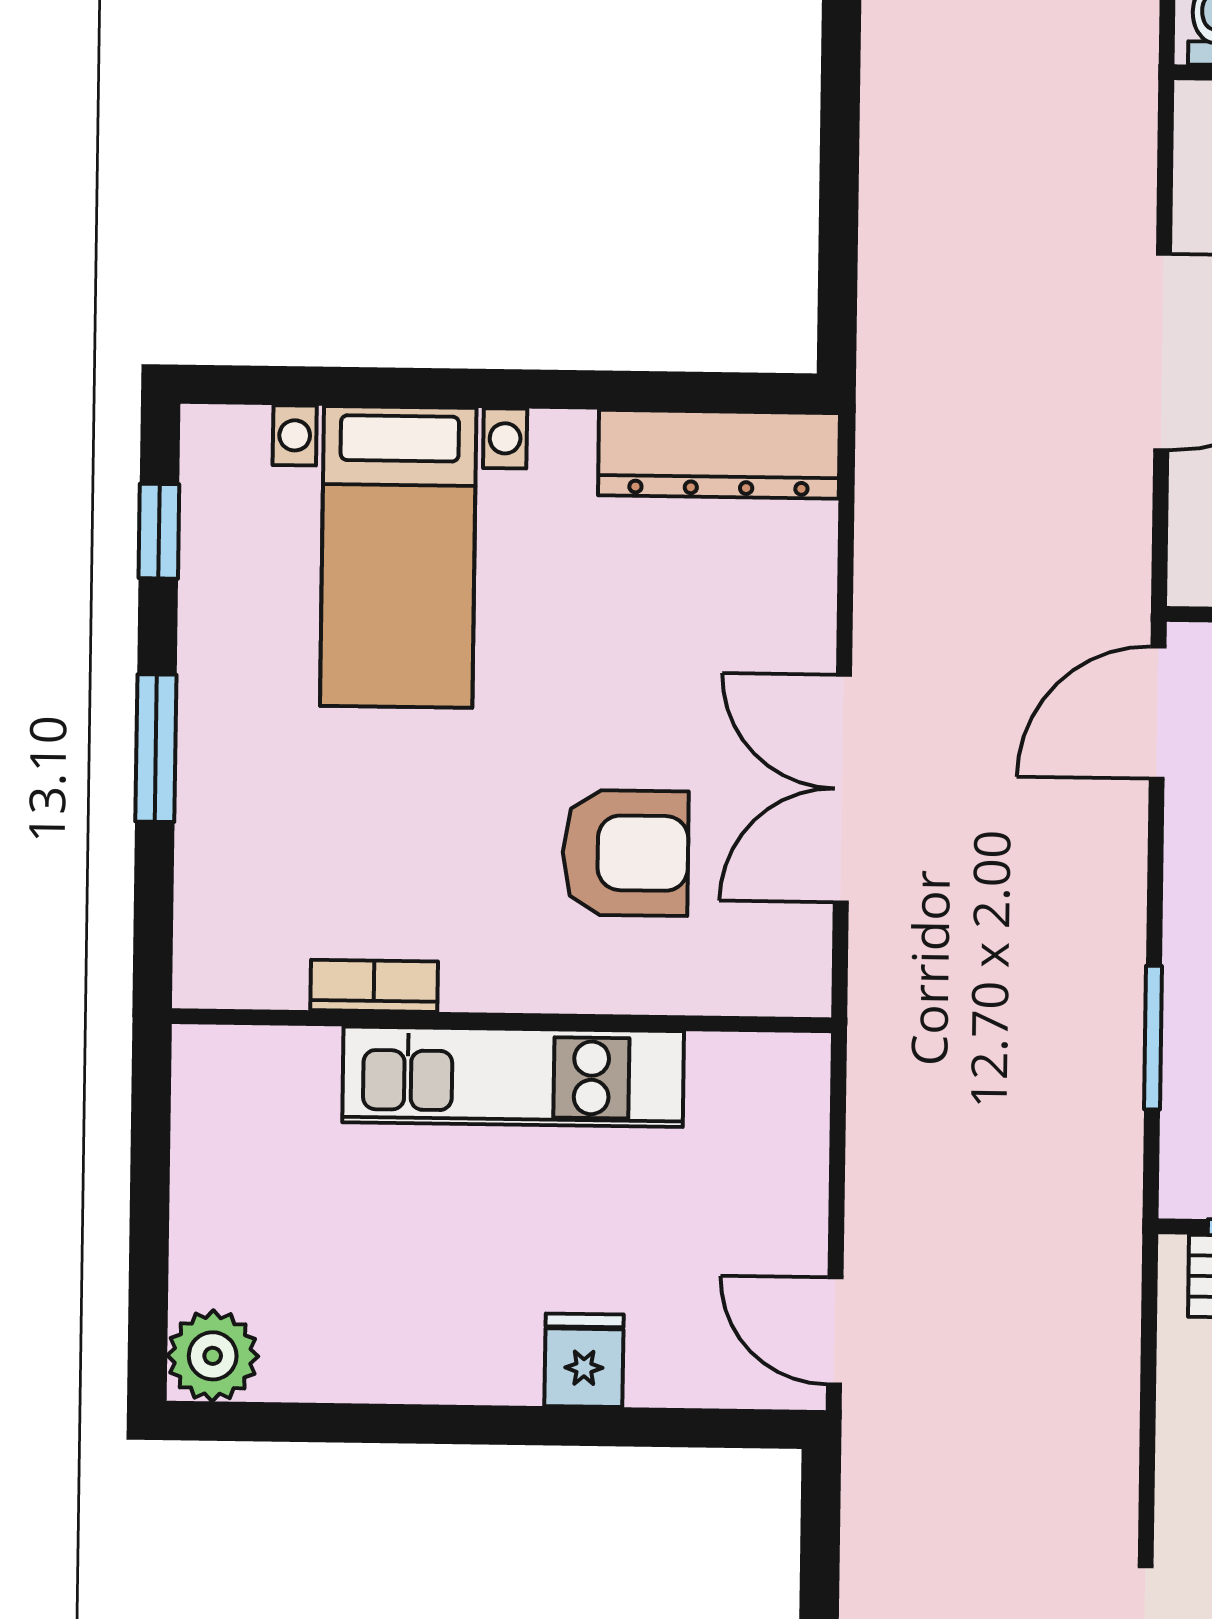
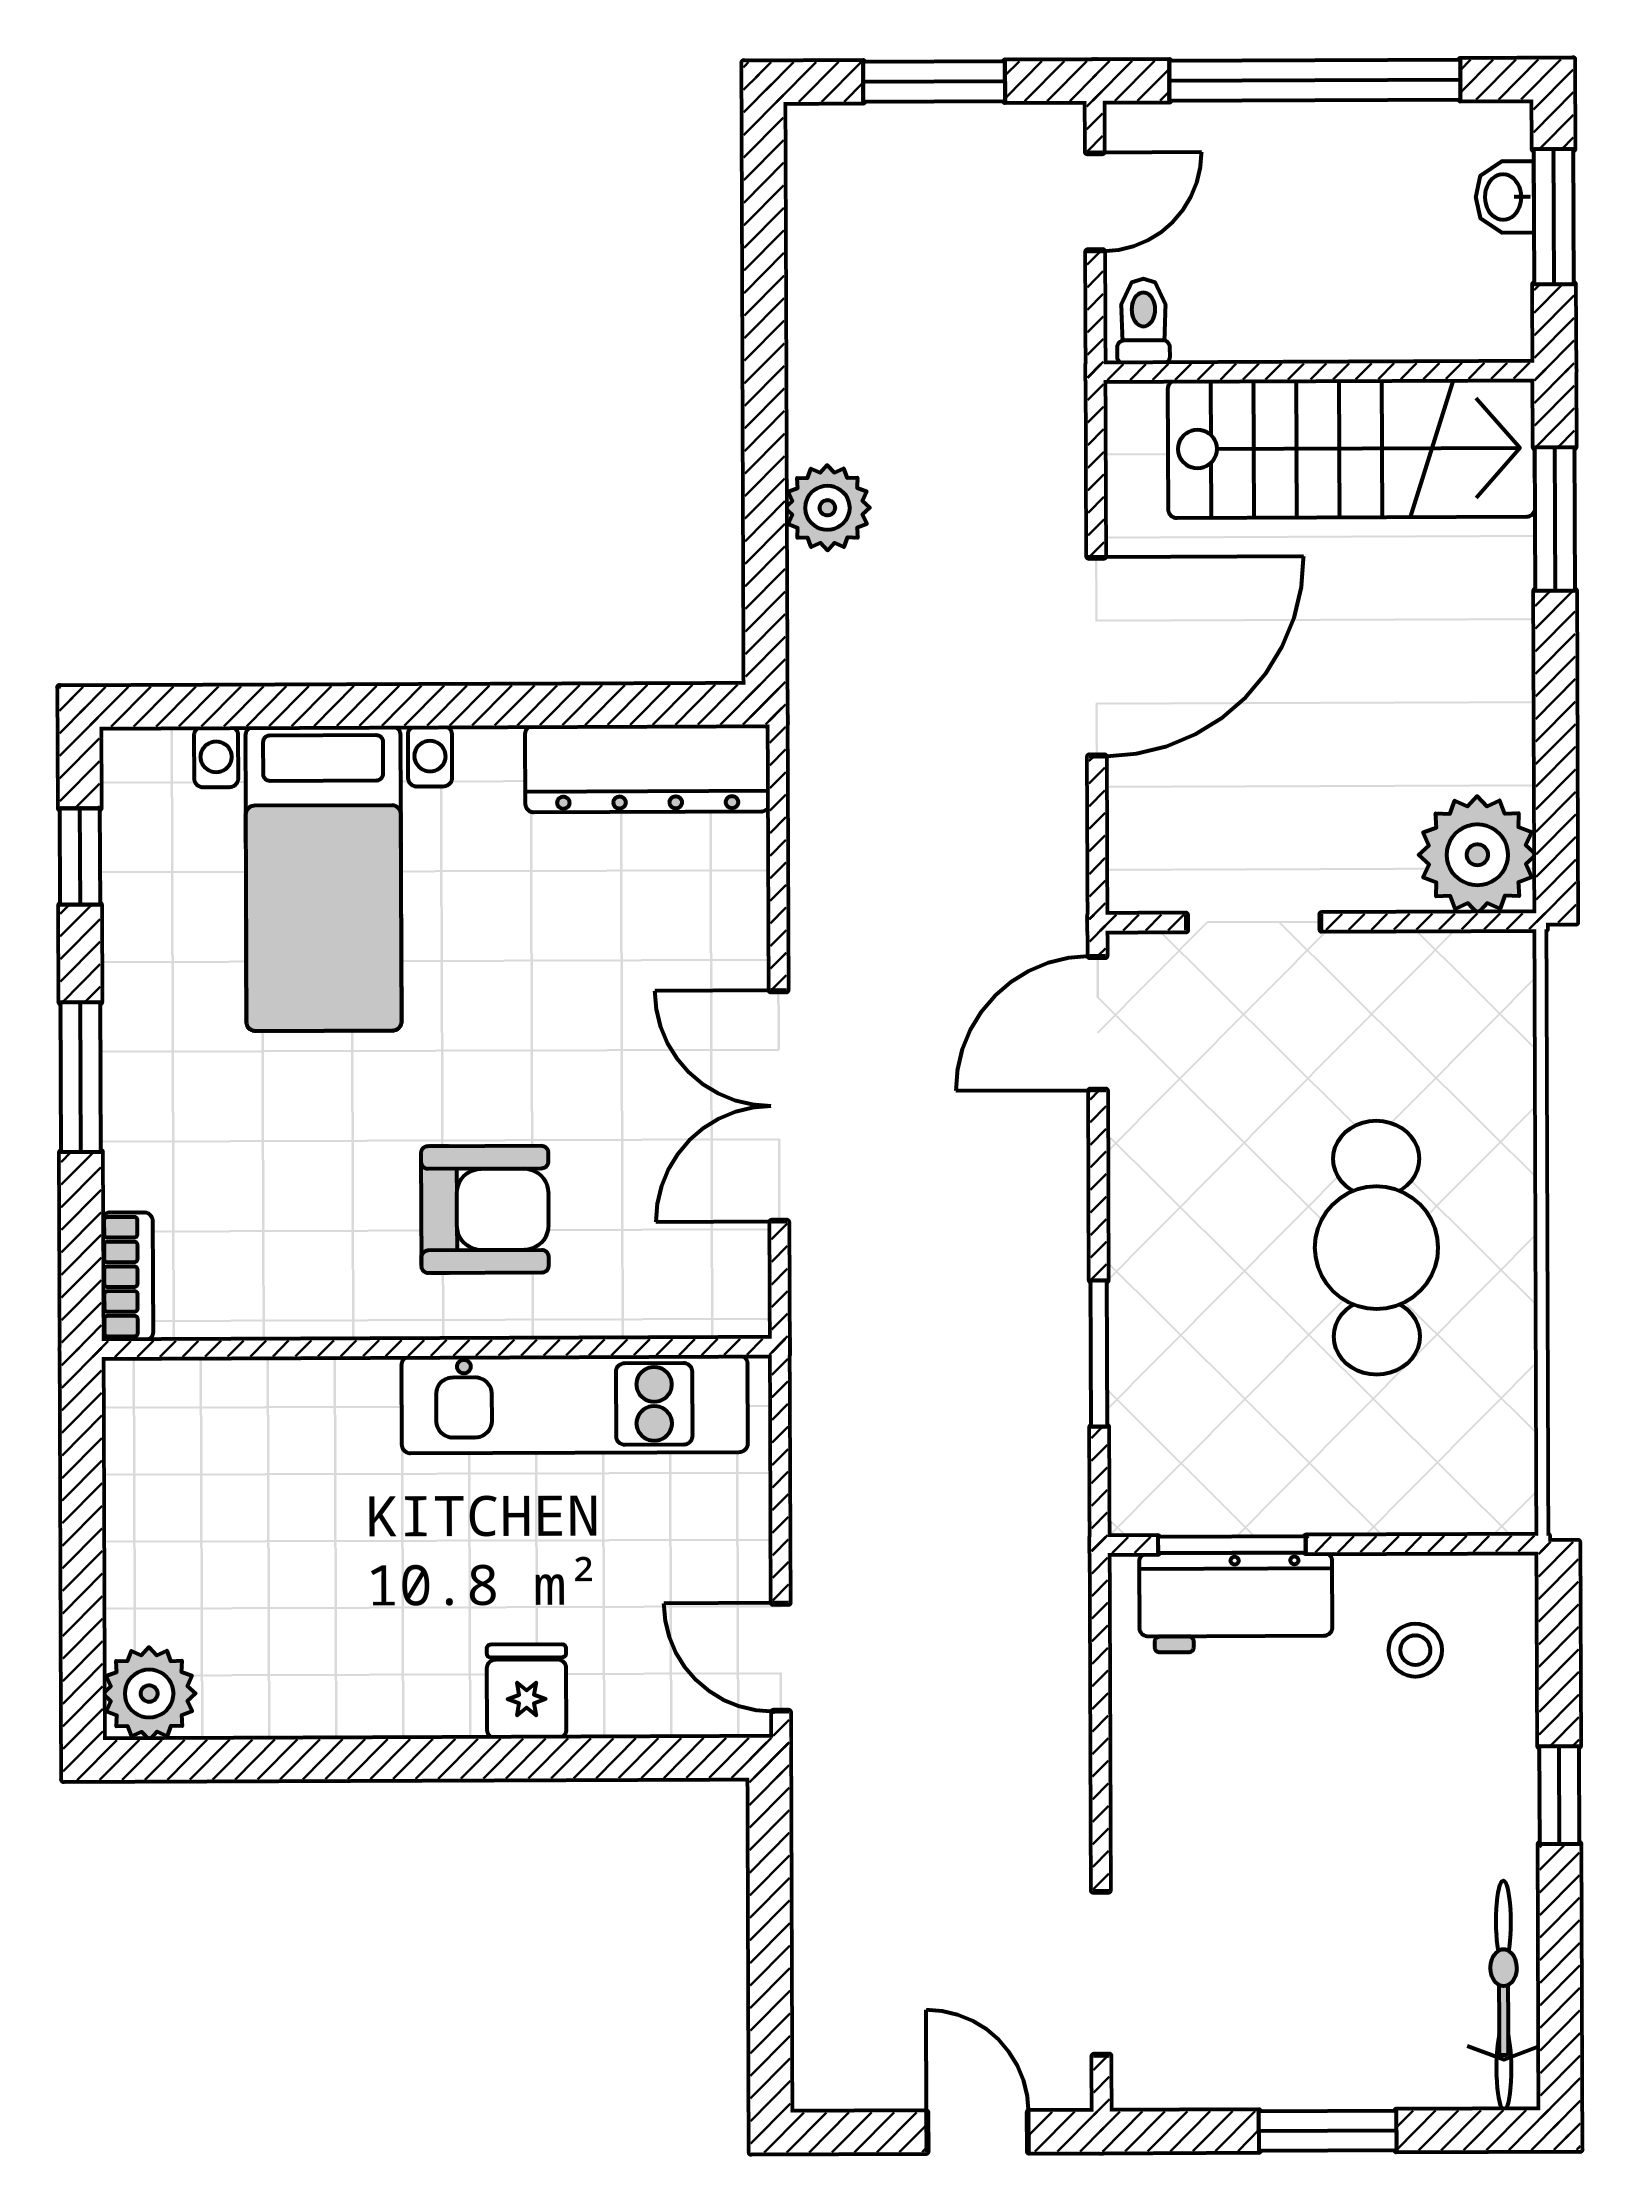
plant: (900, 201) -> (827, 508), added
armchair: (625, 853) -> (485, 1209), moved
bookcase: (374, 986) -> (127, 1277), moved, turned 90
kitchen unit: (513, 1077) -> (575, 1404), moved

